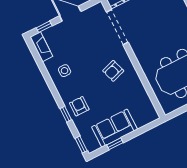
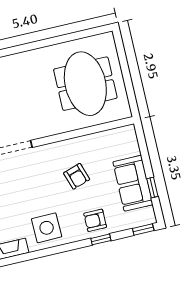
side table: (65, 71) -> (47, 228), width x1.87, depth x1.87
armchair: (113, 71) -> (77, 176), moved

